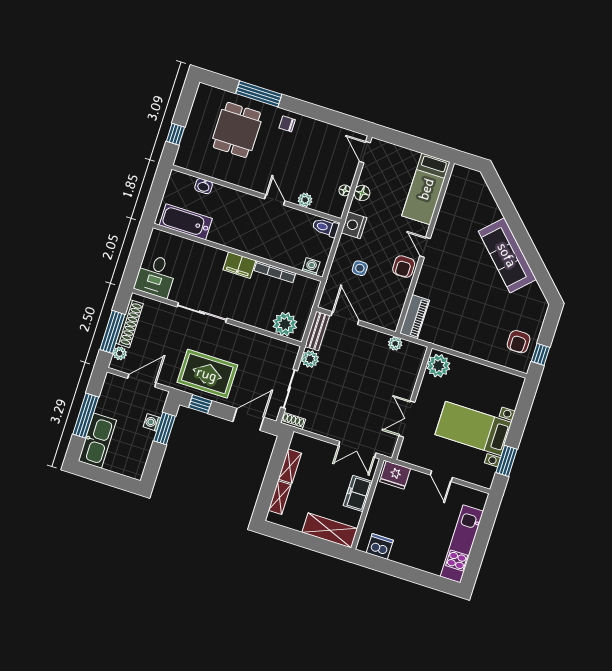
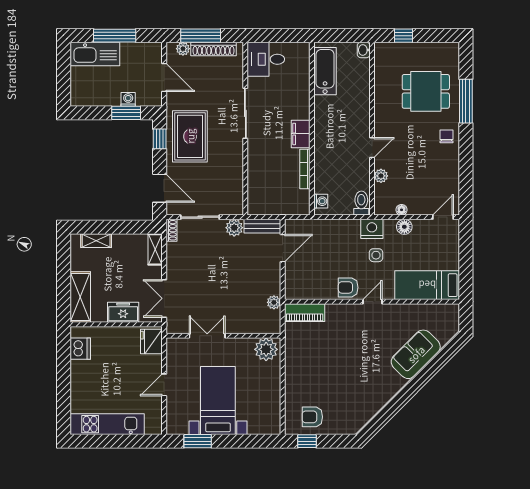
washbasin: (204, 186) -> (364, 50), moved
sofa: (507, 255) -> (416, 354), moved, width x0.73
side table: (360, 268) -> (376, 255), moved
plant: (285, 324) -> (259, 194), removed
shelving: (290, 466) -> (155, 249), moved, turned 90

